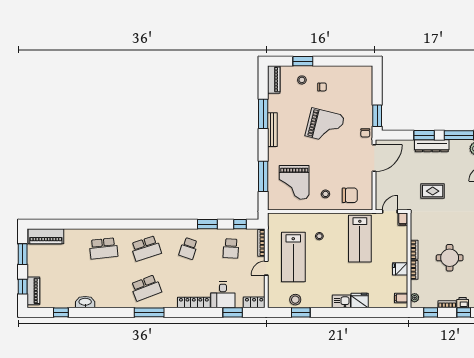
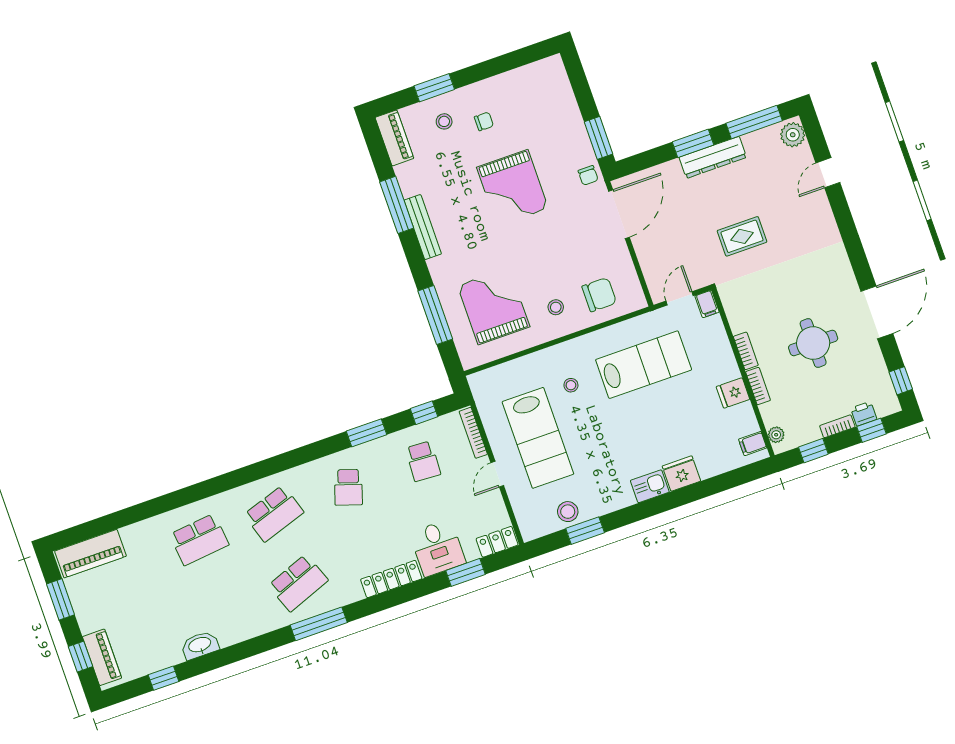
grand piano: (325, 126) -> (513, 188), turned 76
grand piano: (294, 182) -> (494, 306), turned 180
lab bench: (360, 239) -> (644, 365), turned -90

